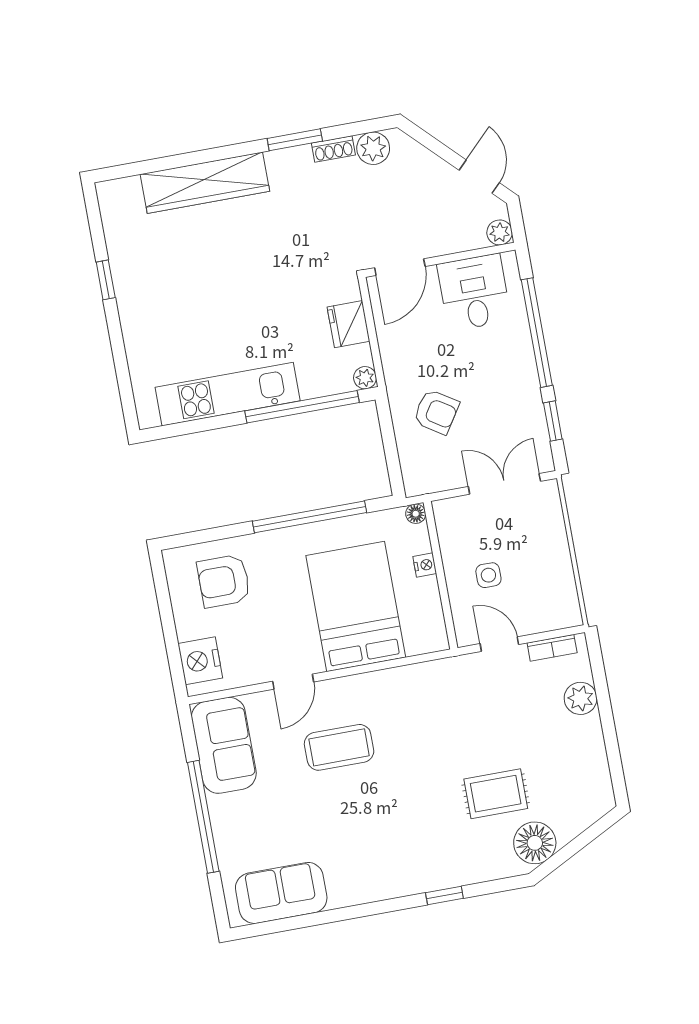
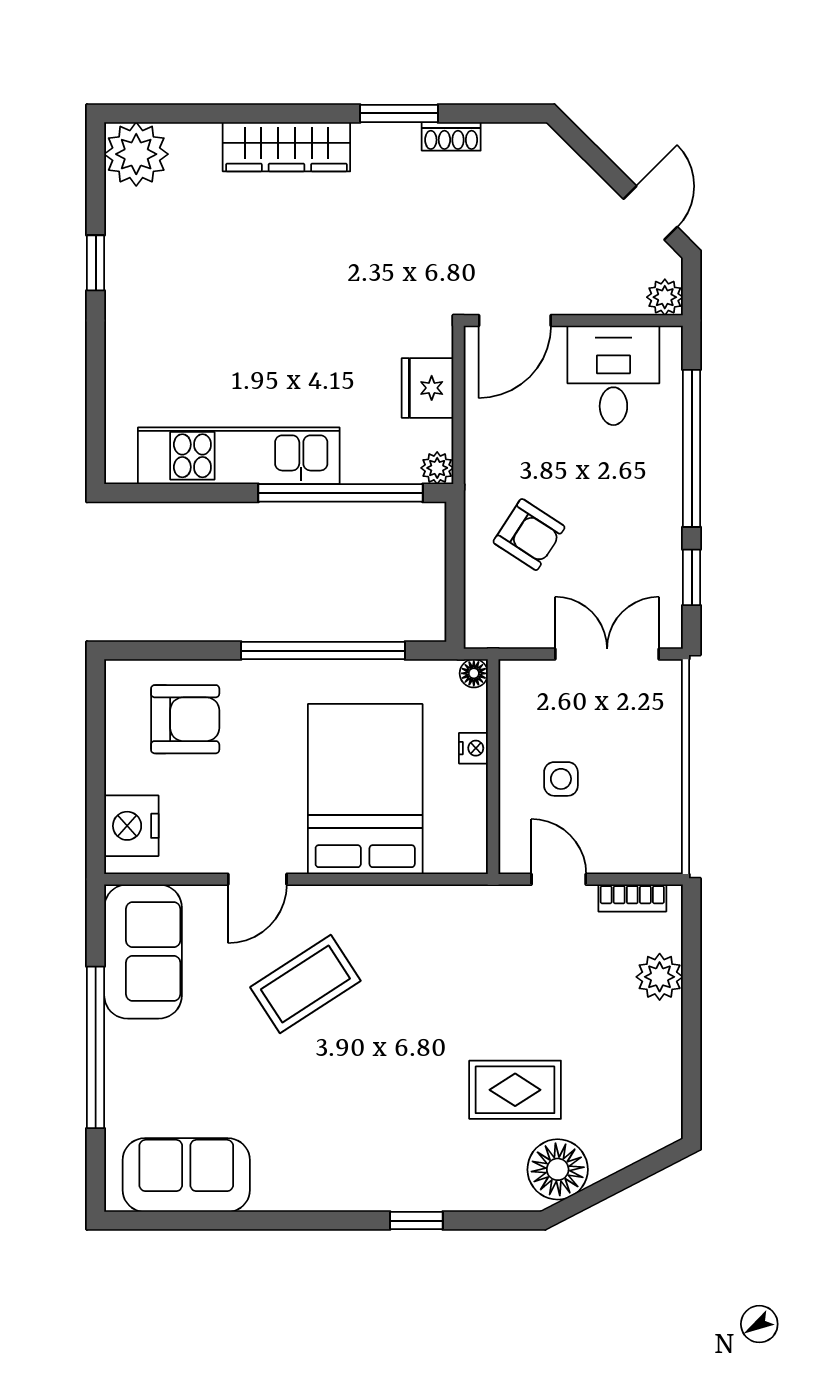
plant: (373, 148) -> (136, 154), moved, width x1.36, depth x1.36
wardrobe: (205, 183) -> (286, 147), width x0.71, depth x0.85
armchair: (224, 581) -> (185, 719), turned 180
coffee table: (339, 747) -> (305, 984), turned -33

